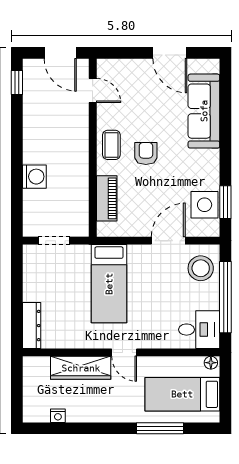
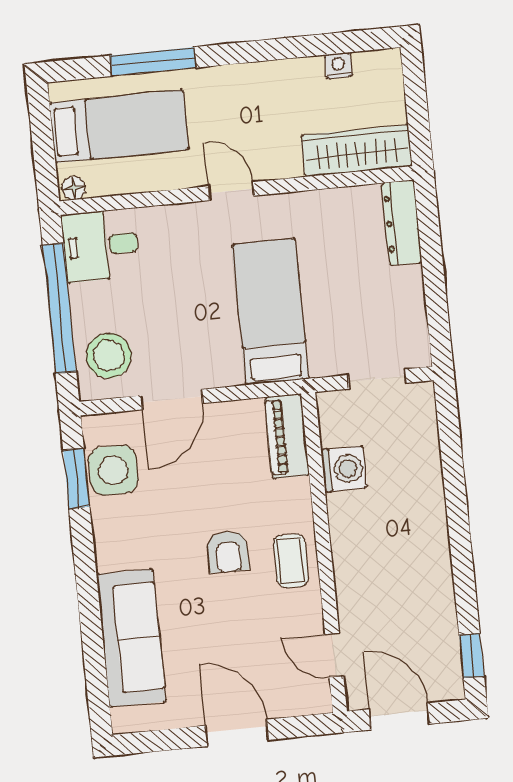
door: (170, 53) -> (237, 733), moved
washing machine: (34, 177) -> (344, 469), moved, turned 180
piano: (107, 198) -> (287, 436), moved
wardrobe: (81, 368) -> (357, 151), moved

